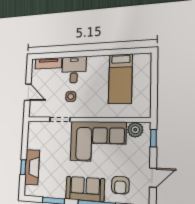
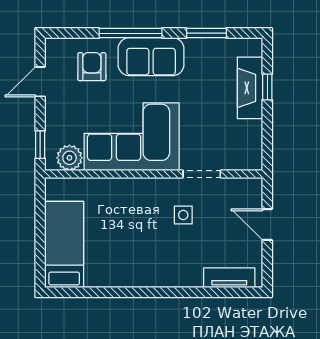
desk: (74, 70) -> (180, 264), removed
bed: (120, 79) -> (64, 244), moved

